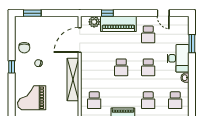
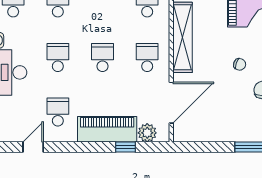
door: (163, 13) -> (33, 147), hinge flipped
school desk: (94, 67) -> (147, 58), added

